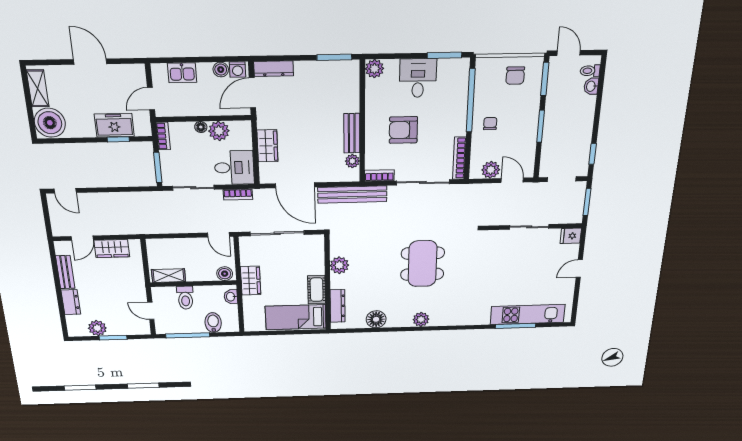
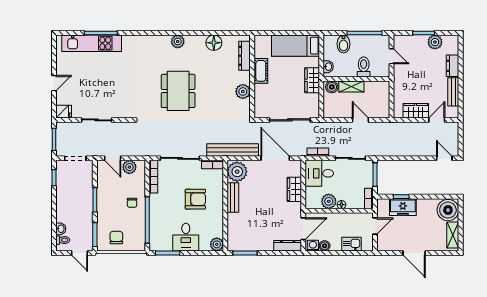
plant: (352, 161) -> (237, 172), width x1.88, depth x1.88
door: (218, 235) -> (360, 120), moved
shelving: (169, 276) -> (351, 87), moved
bed: (296, 317) -> (295, 46), moved, turned 180

